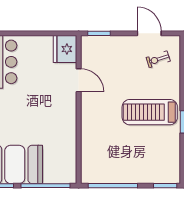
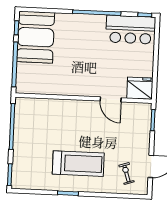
door: (79, 80) -> (111, 99), hinge flipped
treadmill: (150, 112) -> (78, 164), turned 90

